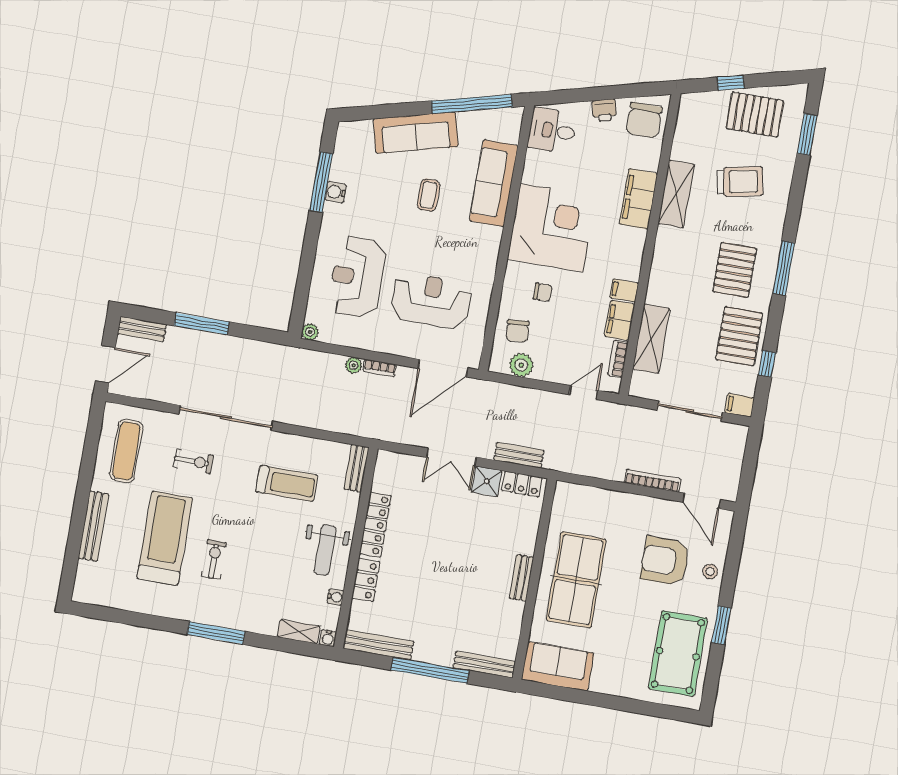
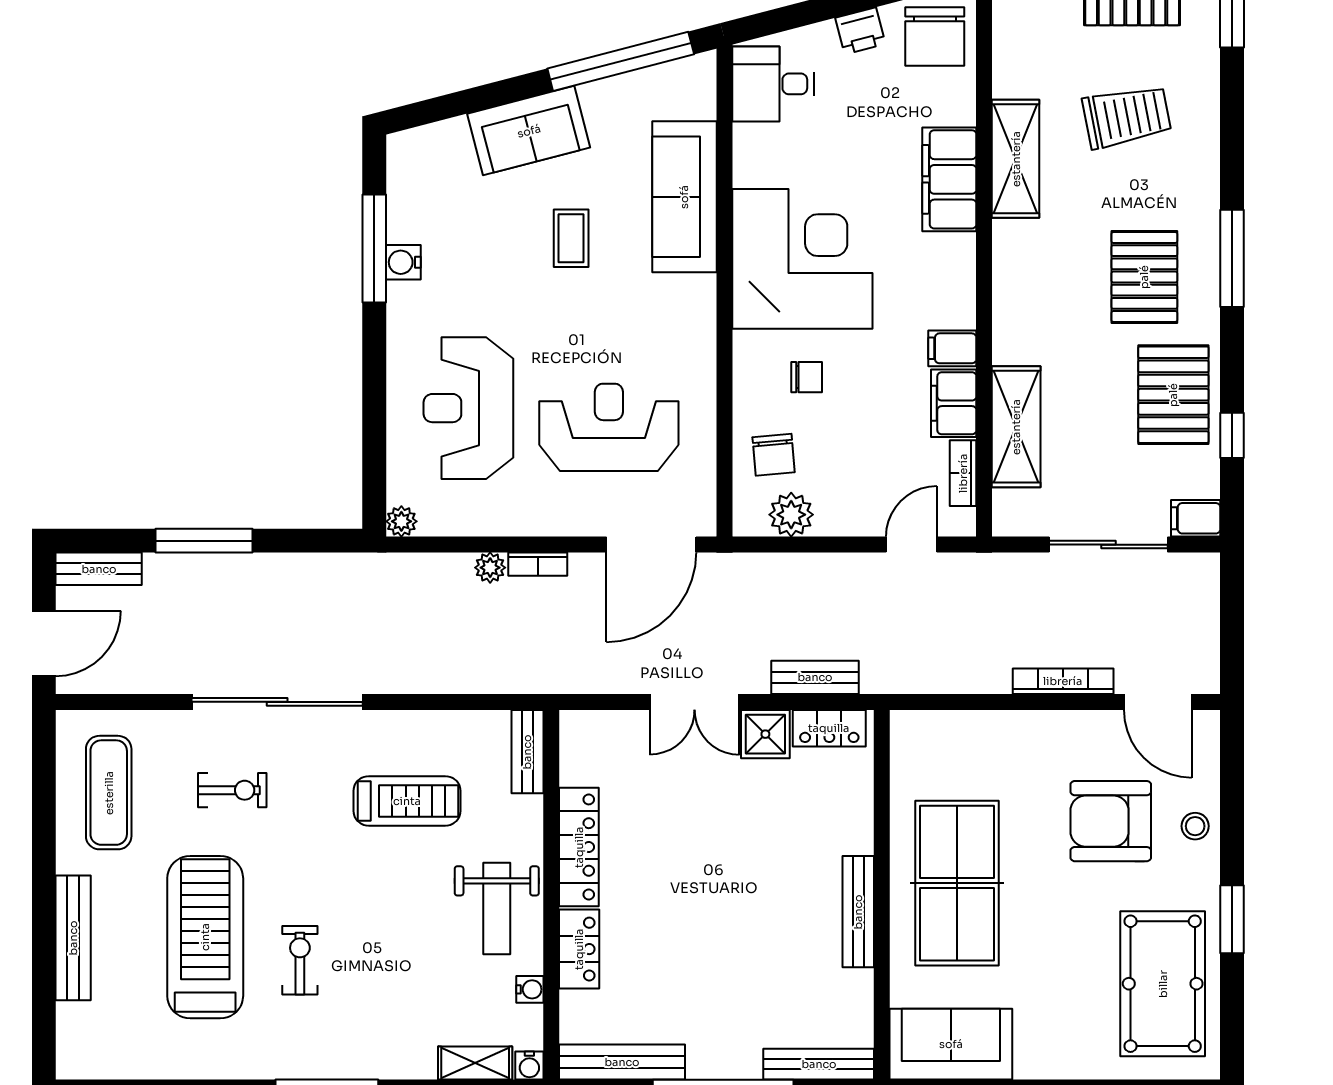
sofa: (416, 133) -> (529, 131), width x0.73
bench: (522, 578) -> (858, 912), width x1.36

